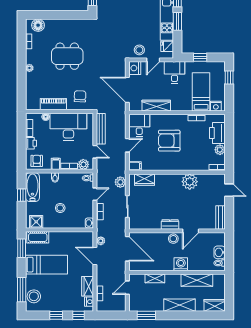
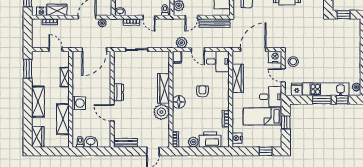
bed: (201, 92) -> (262, 116), moved, turned 180
armchair: (169, 141) -> (202, 91), width x0.53, depth x0.53
floor lamp: (180, 164) -> (179, 102), added
wardrobe: (144, 180) -> (164, 88), moved, width x1.50
plant: (120, 182) -> (182, 43), moved
stool: (173, 239) -> (104, 96), removed

